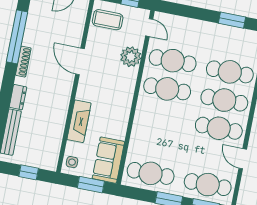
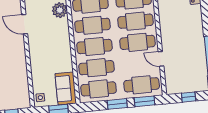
cafe table: (162, 117) -> (94, 46), added
fireplace: (79, 121) -> (37, 67), removed
cafe table: (156, 145) -> (97, 68), added

